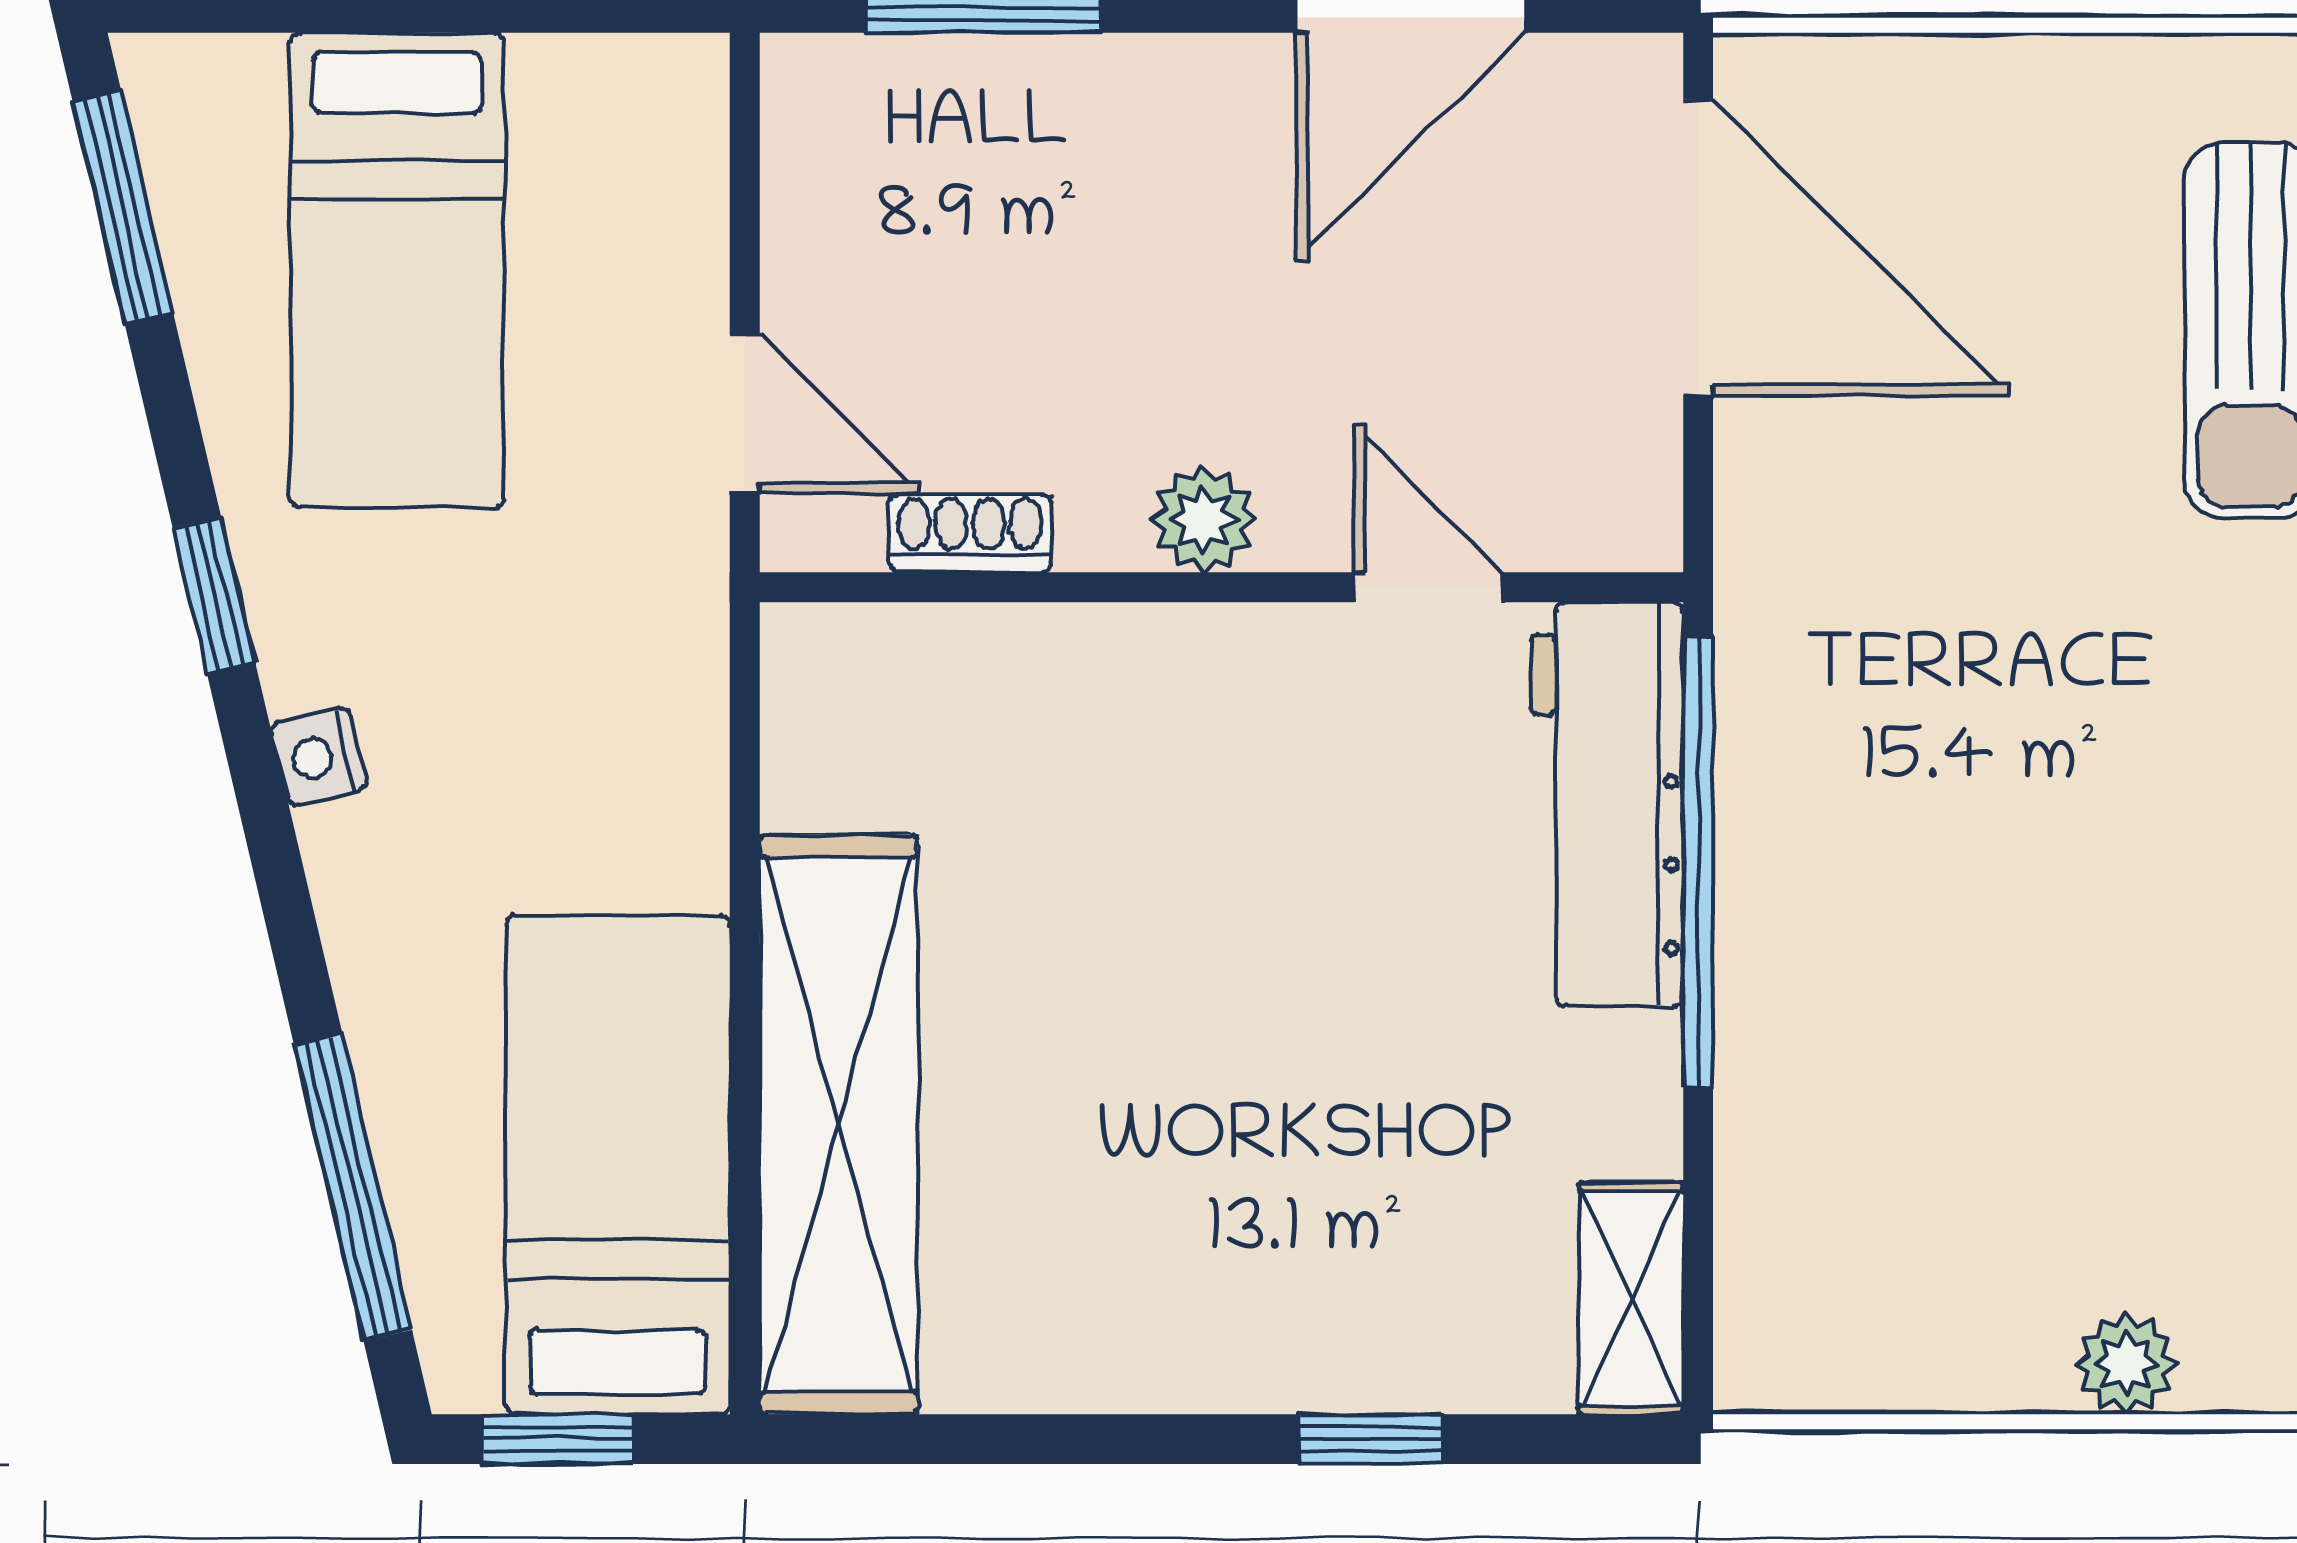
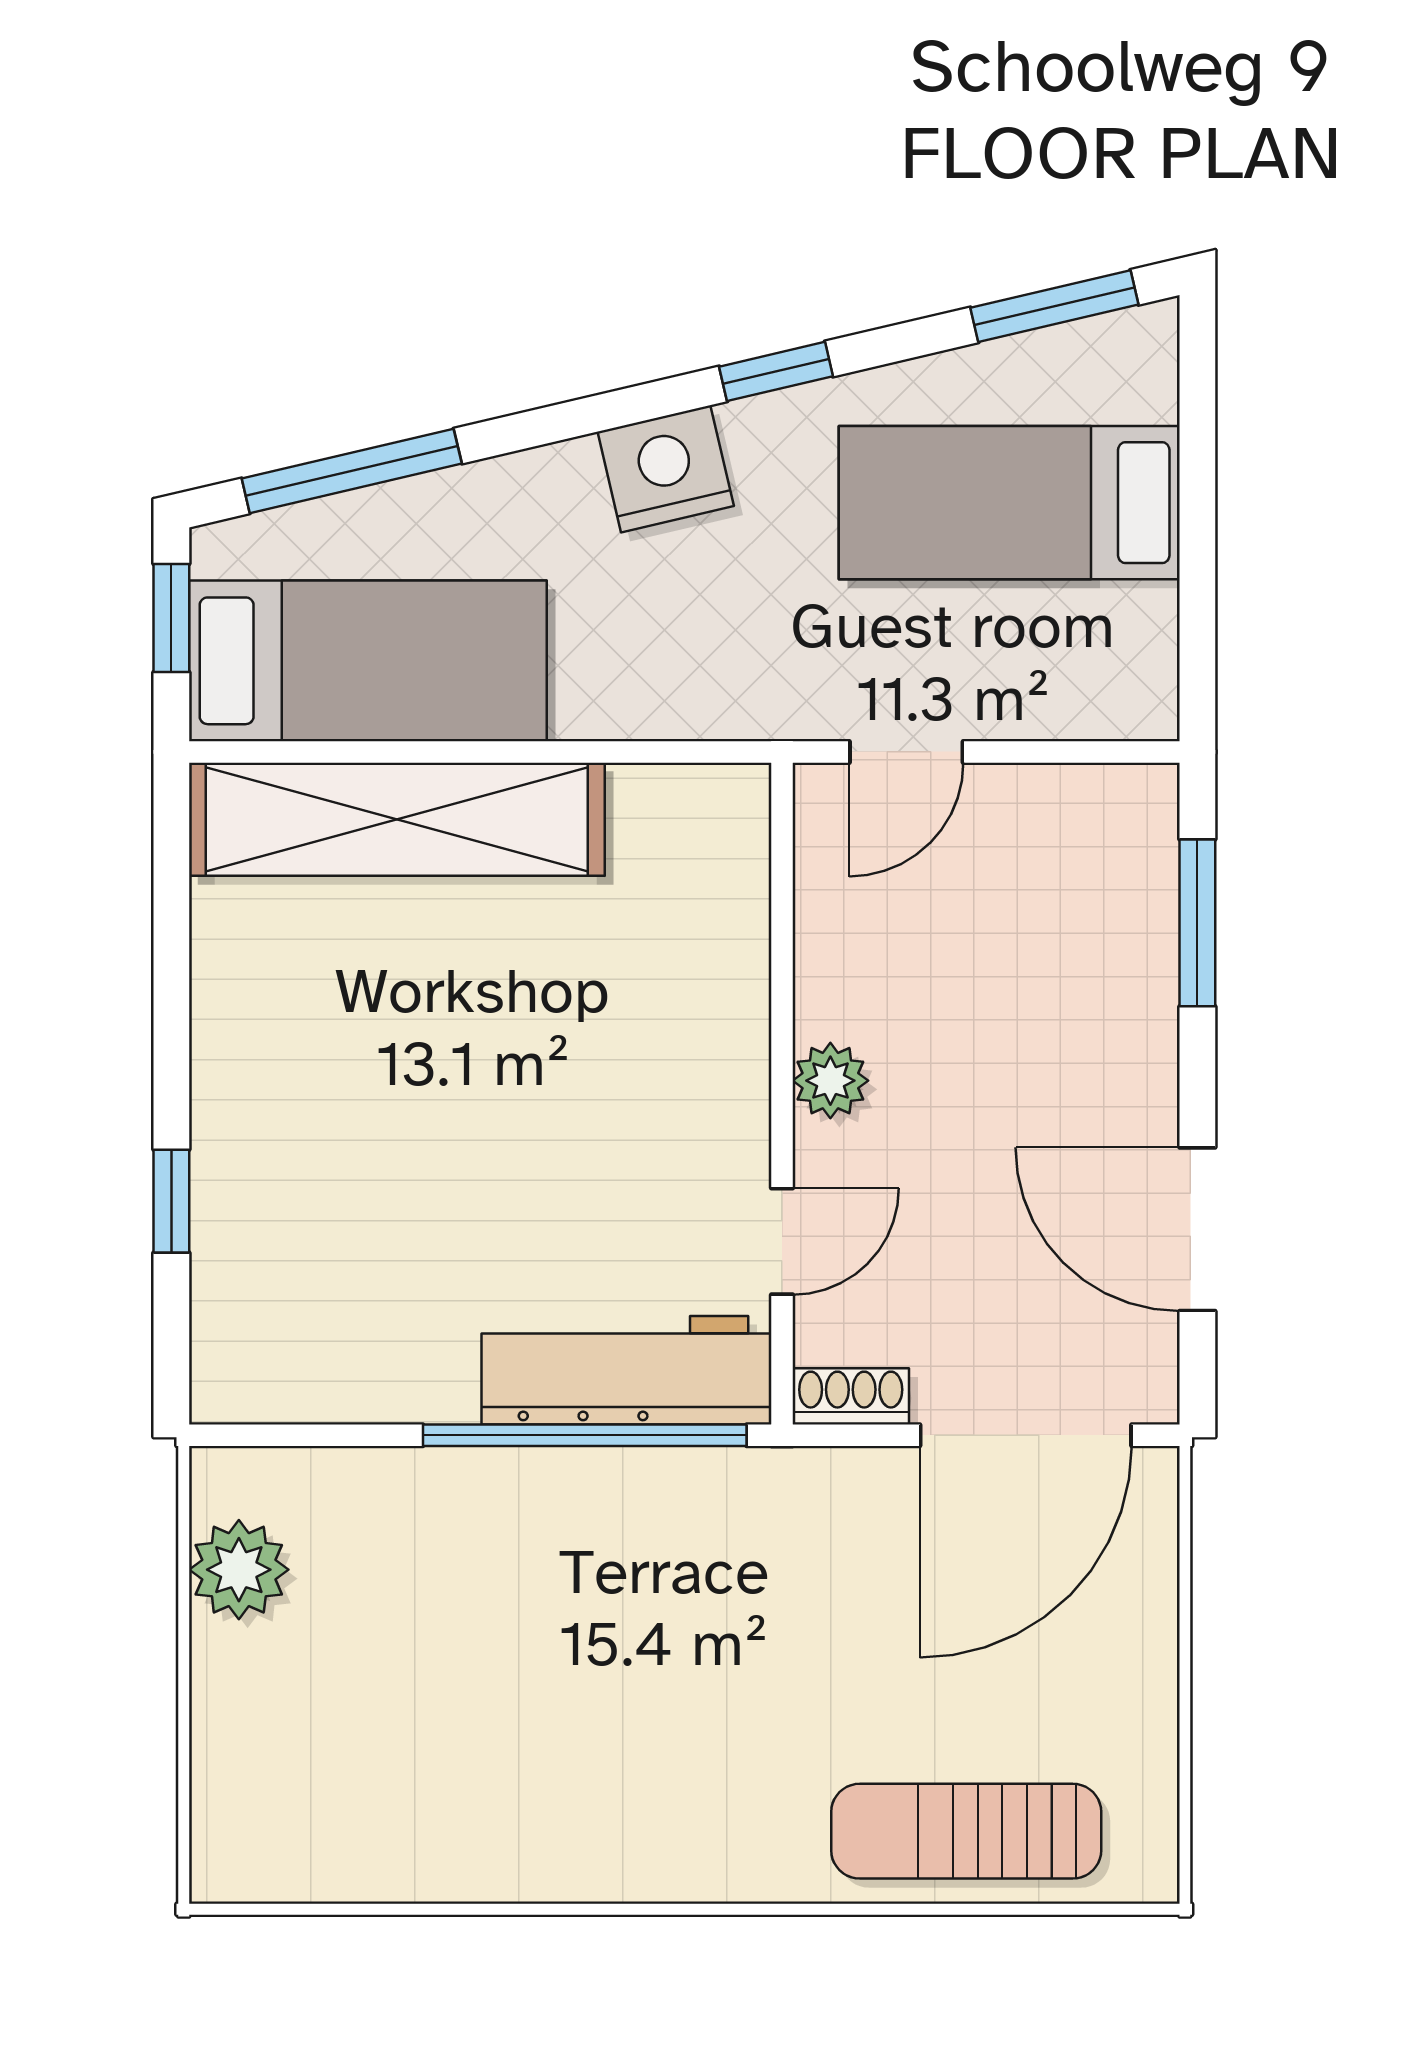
shoe rack: (970, 533) -> (851, 1396), moved, turned -90
nightstand: (319, 757) -> (666, 469), width x1.89, depth x1.79
shelving: (1631, 1298) -> (272, 1387), removed
plant: (2126, 1364) -> (239, 1570), moved, width x1.38, depth x1.38

